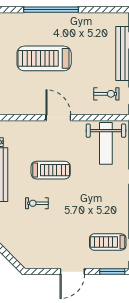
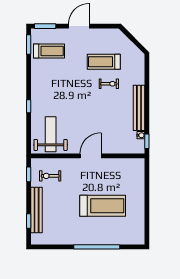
door: (58, 118) -> (91, 156), swing flipped
treadmill: (51, 170) -> (104, 62), moved

